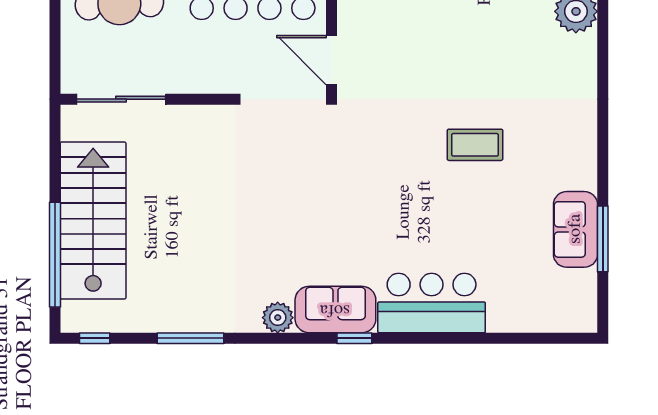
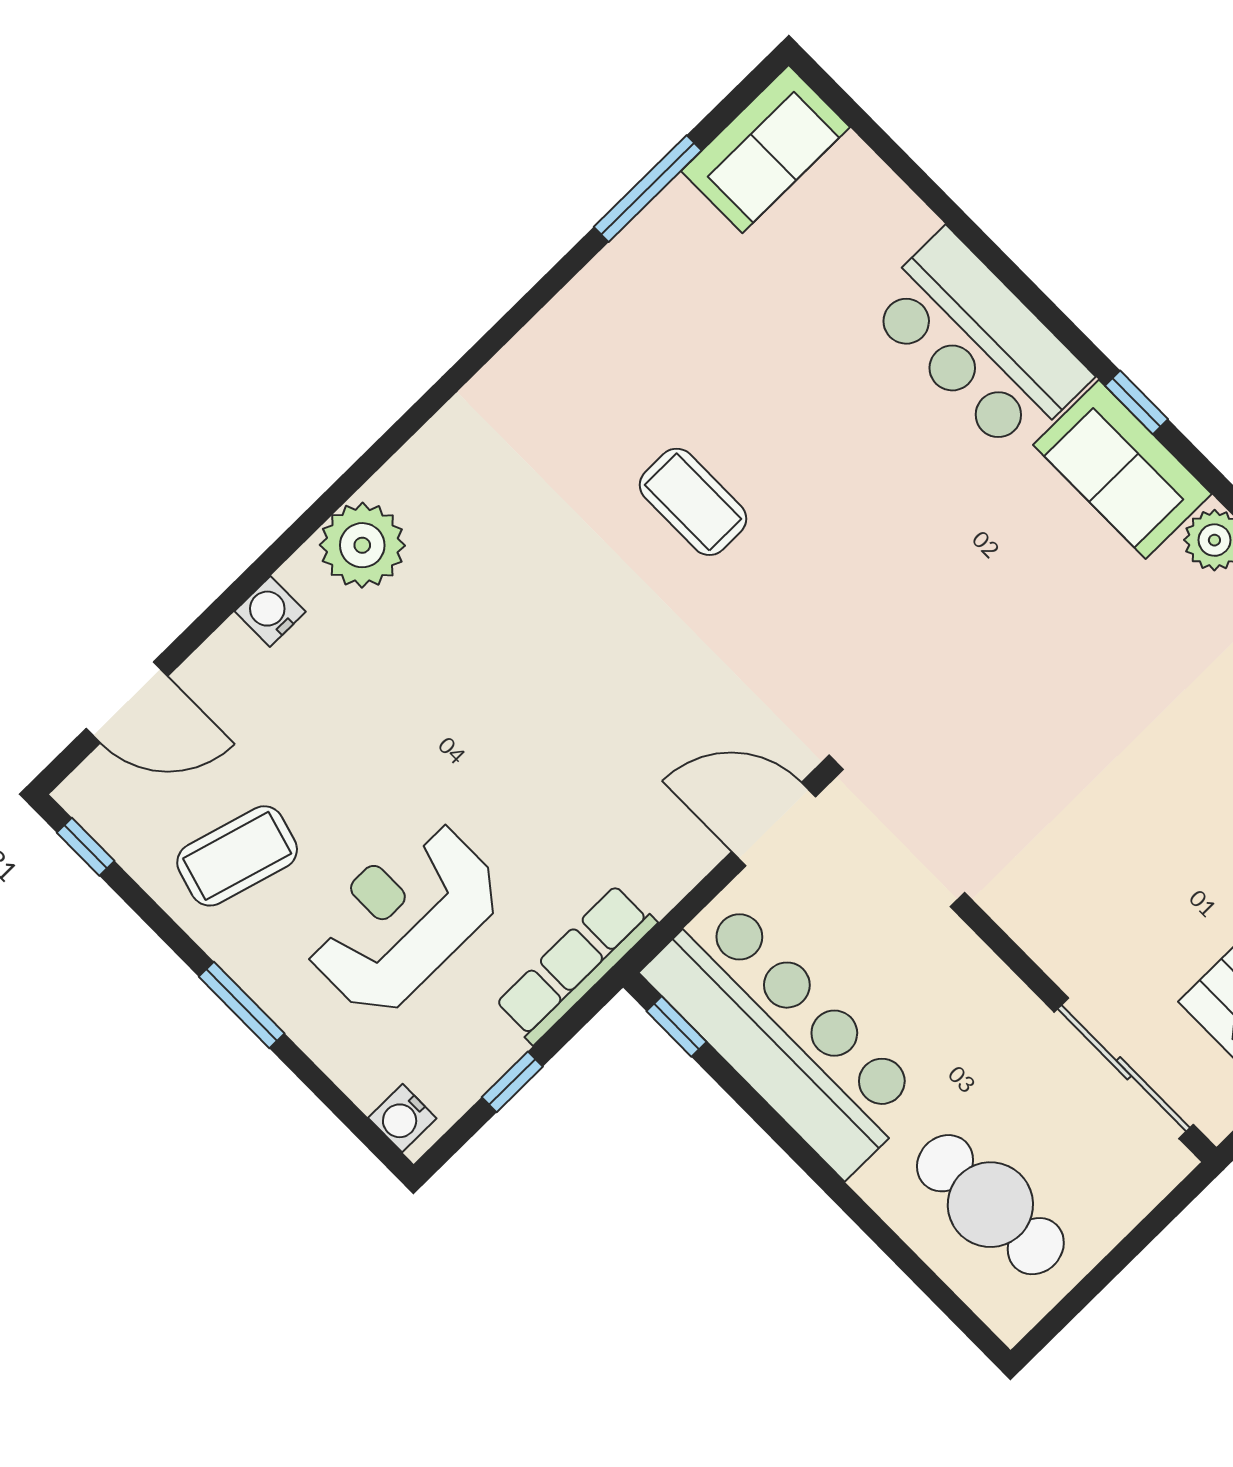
door: (332, 60) -> (774, 824), swing flipped
sofa: (575, 229) -> (765, 149), moved

